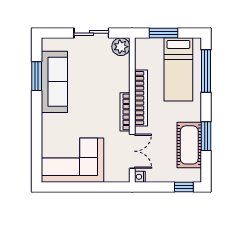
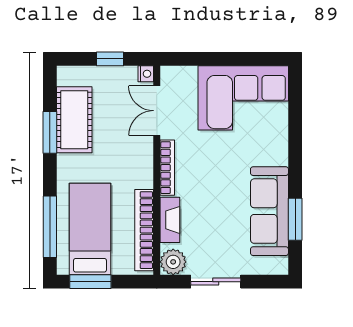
window: (163, 33) -> (90, 282), moved
fireplace: (123, 76) -> (170, 220), added
bookcase: (141, 98) -> (144, 230), moved
window: (184, 187) -> (110, 59), moved

